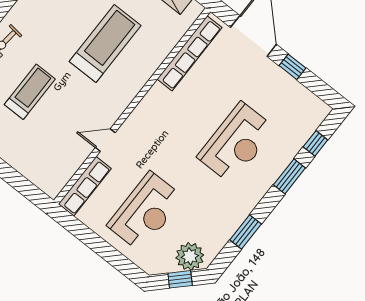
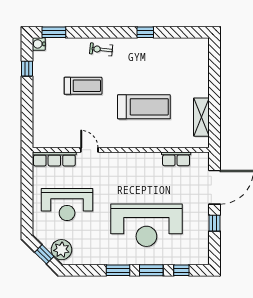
row of seats: (189, 53) -> (176, 159), width x0.50
reception desk: (236, 143) -> (146, 225), width x1.36, depth x1.30
window: (246, 232) -> (118, 270), moved

